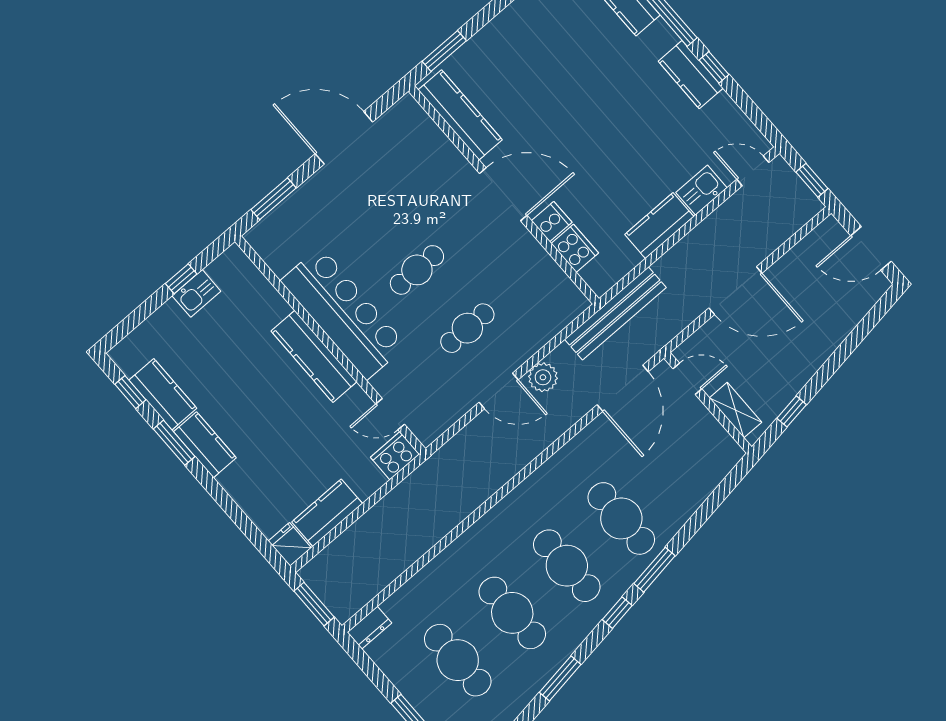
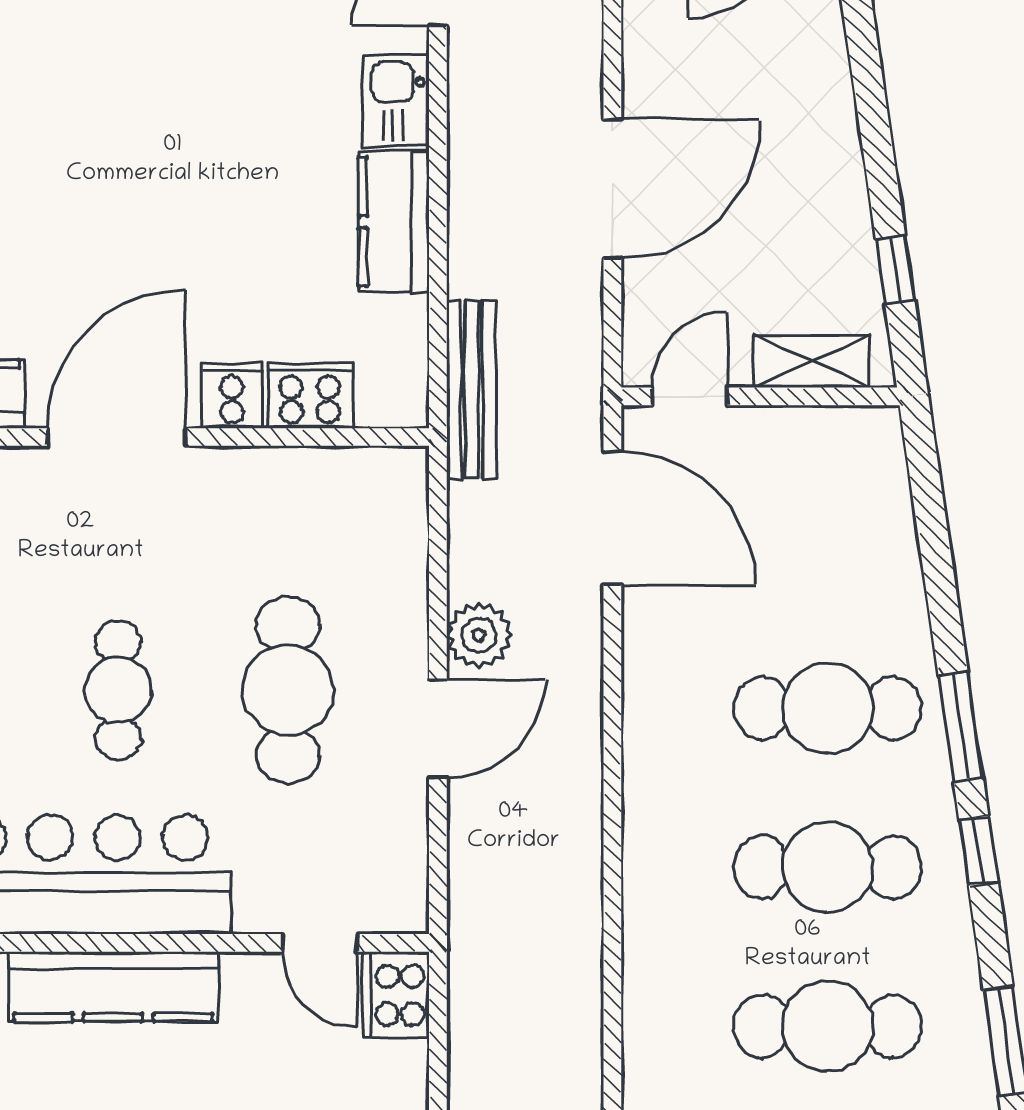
bench: (615, 313) -> (472, 389), width x0.73, depth x0.82
cafe table: (467, 328) -> (288, 690), width x1.37, depth x1.35
door: (390, 414) -> (320, 943), hinge flipped

